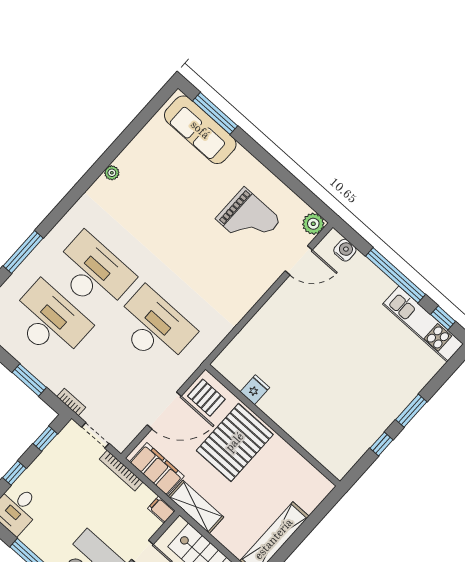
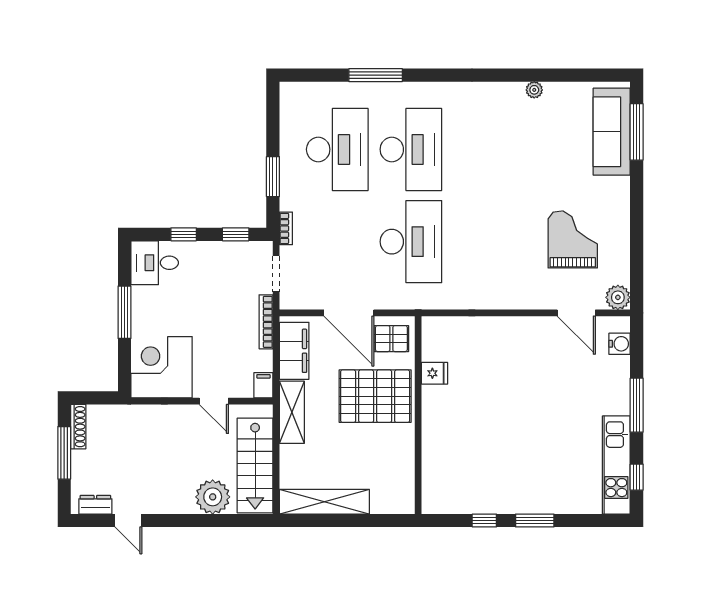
plant: (112, 173) -> (534, 90), moved
grand piano: (248, 219) -> (573, 239), turned 180
window: (395, 275) -> (637, 405), width x0.68
pallet: (206, 398) -> (391, 339), turned 90

